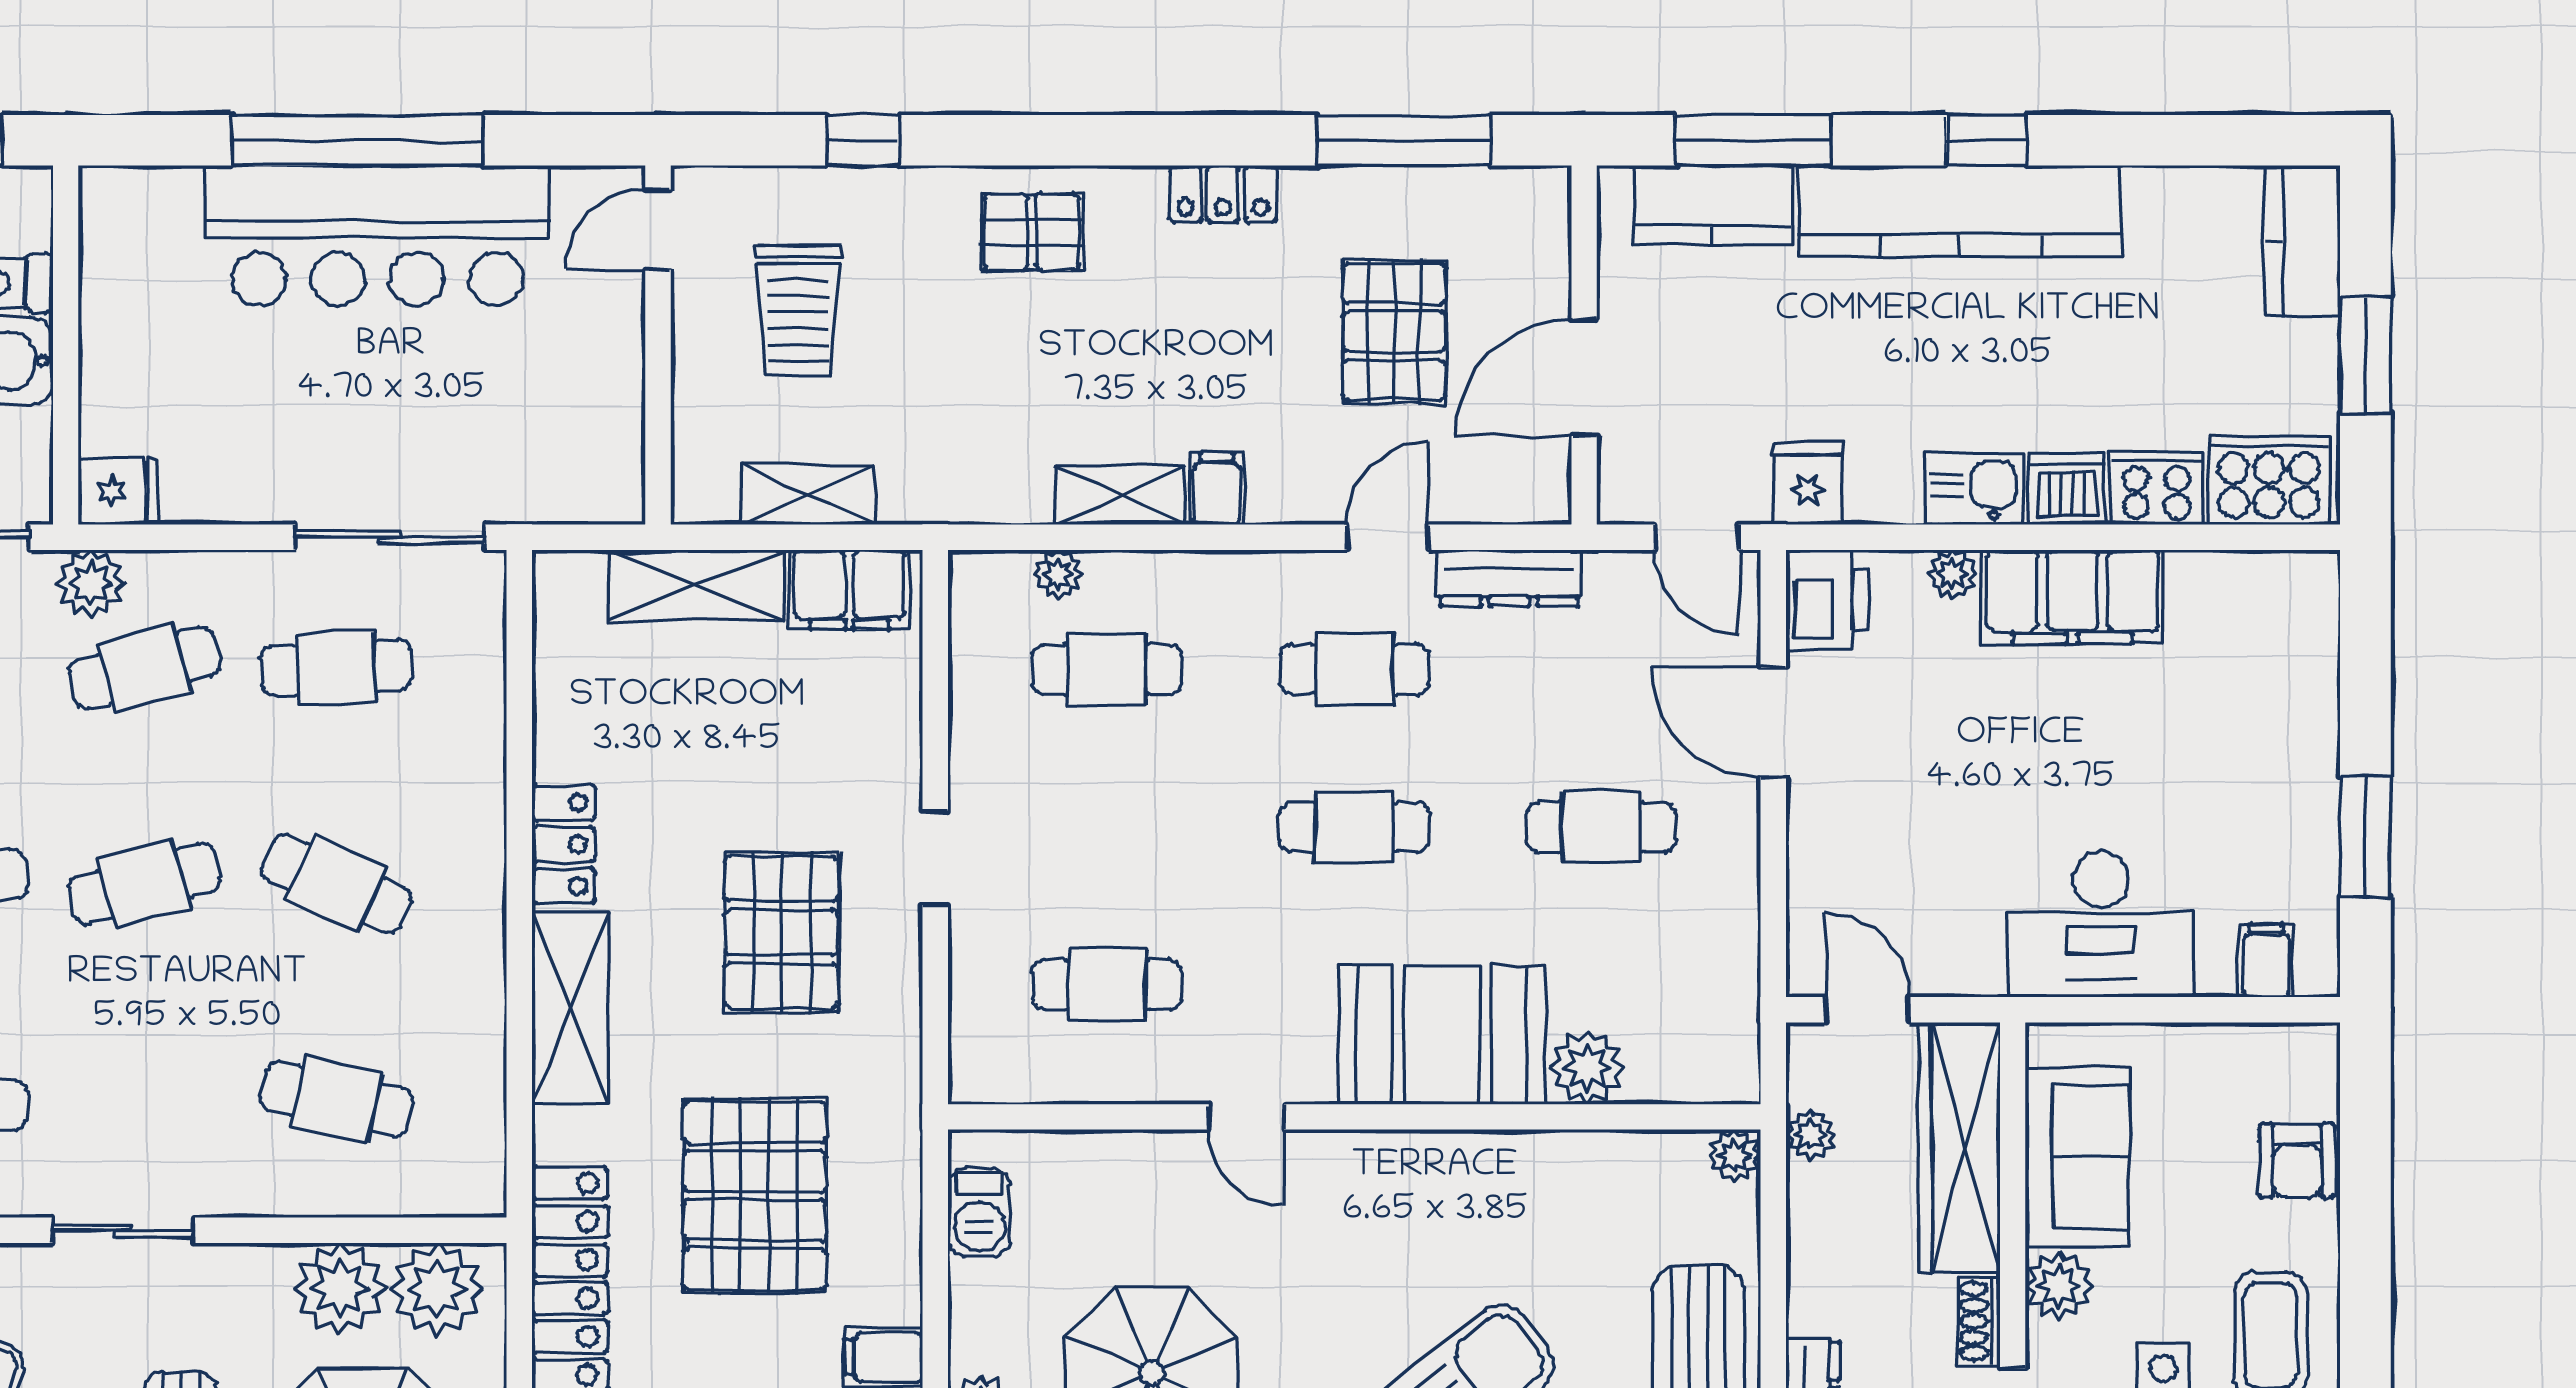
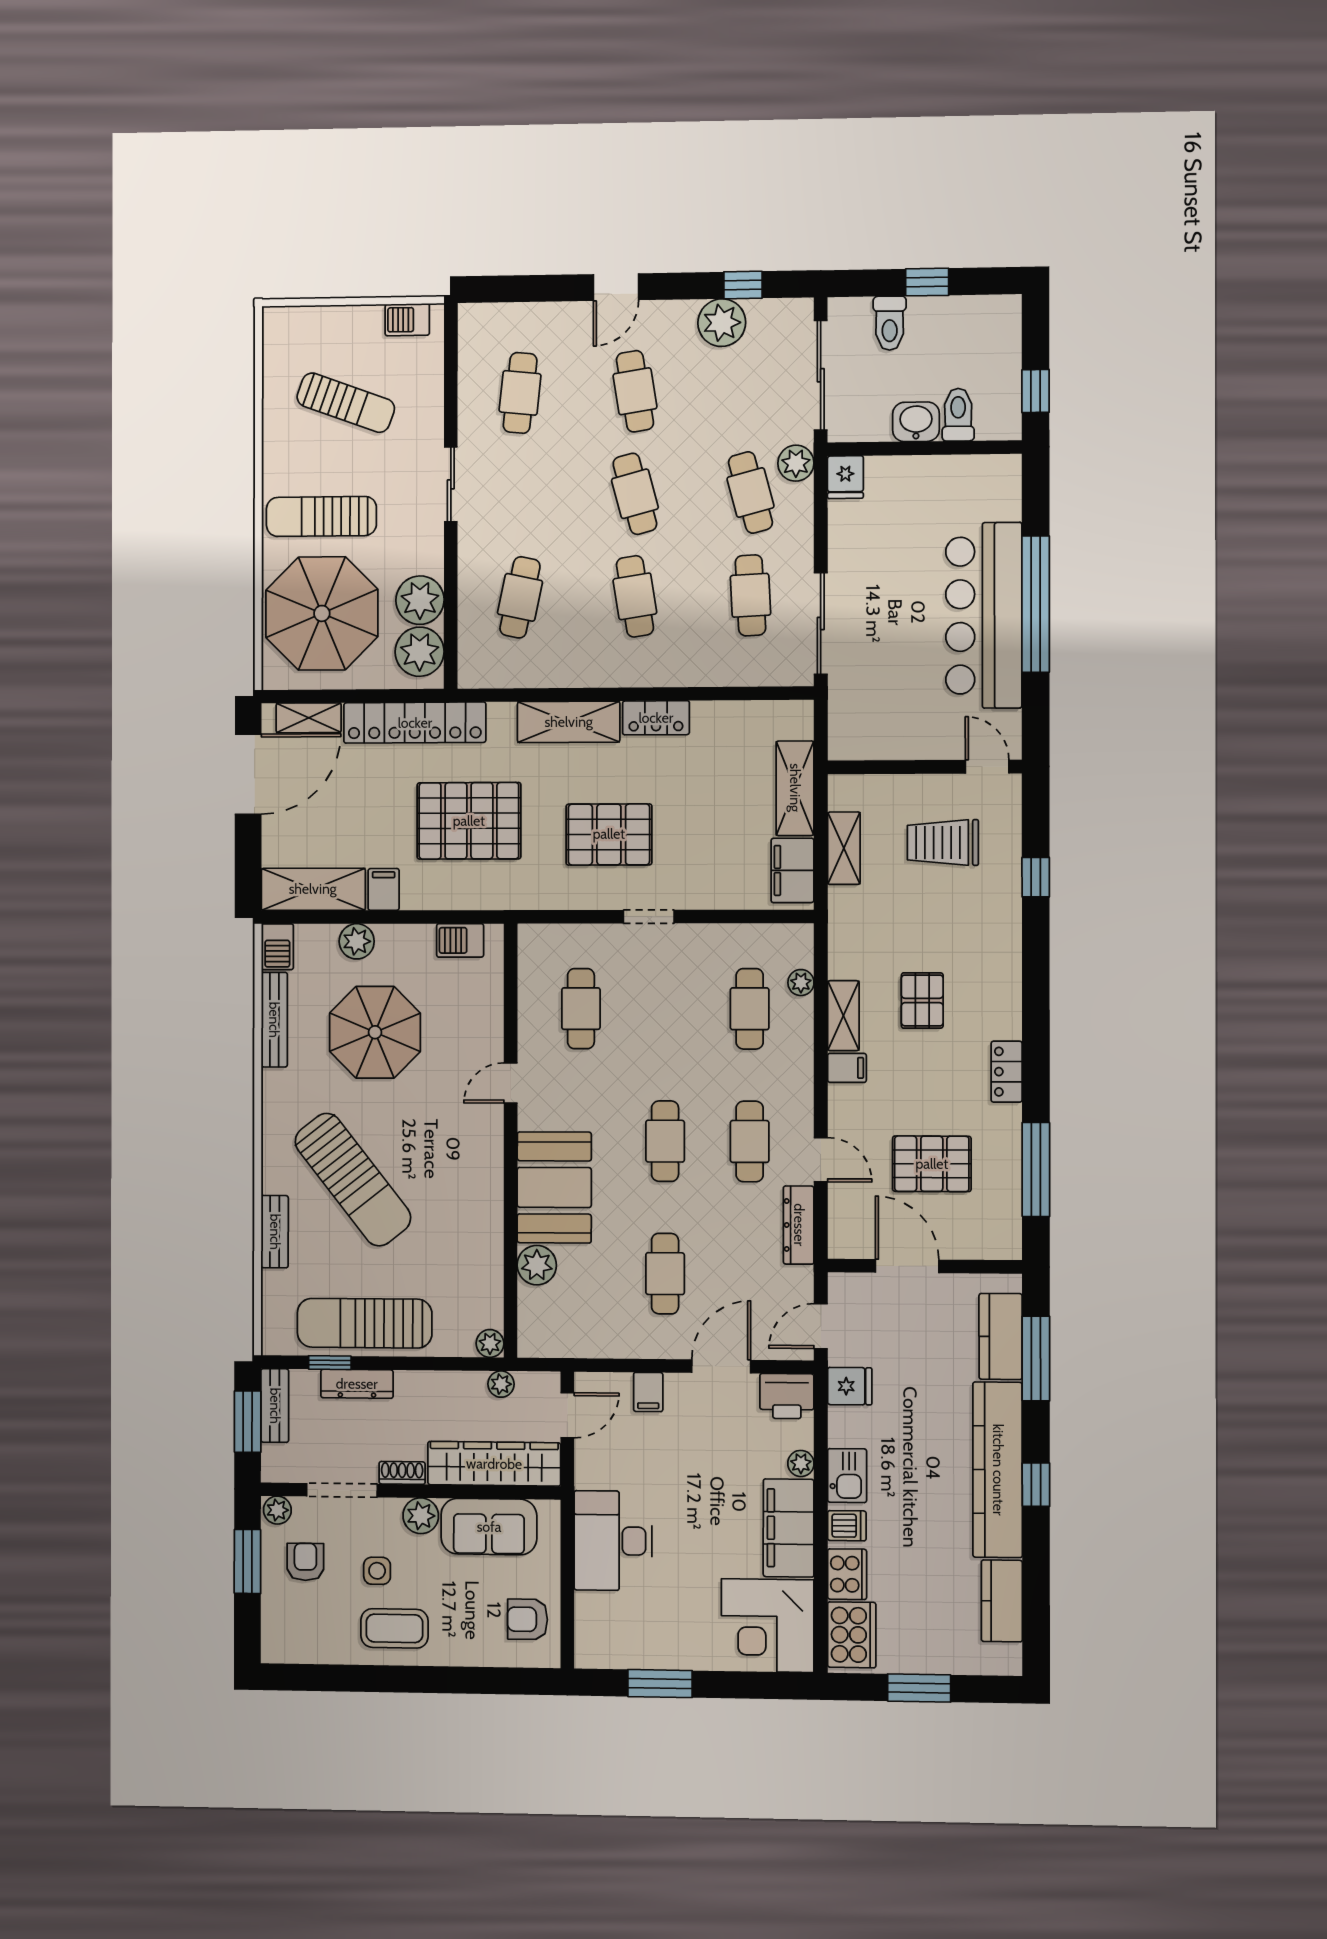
pallet: (1031, 232) -> (922, 1000), moved
kitchen counter: (2303, 241) -> (1002, 1601), moved, turned -90
dishwasher: (2067, 489) -> (847, 1526), width x0.73
corner desk: (2254, 636) -> (768, 1626), added
cafe table: (336, 884) -> (635, 596), turned -33
filing cabinet: (2266, 961) -> (648, 1392), moved, turned 90
armchair: (2297, 1161) -> (528, 1619), moved

